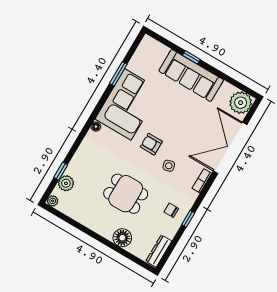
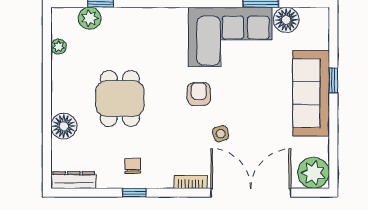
floor lamp: (96, 127) -> (286, 20), moved, width x1.89, depth x1.89
side table: (169, 166) -> (221, 134), moved
plant: (53, 201) -> (59, 47), moved

